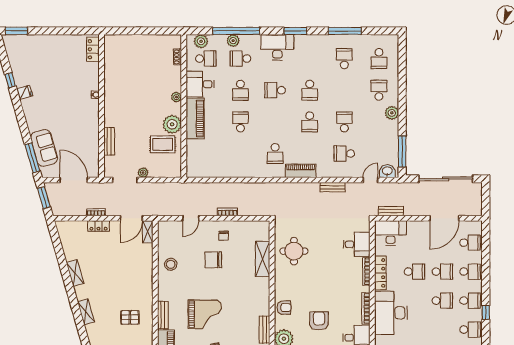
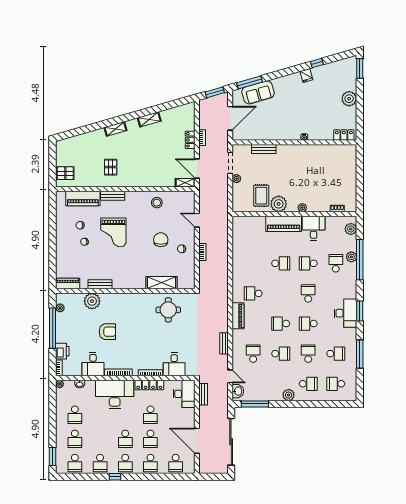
plant: (51, 43) -> (349, 99), added
desk: (277, 47) -> (346, 313), moved
school desk: (206, 59) -> (308, 354), moved, turned 180
armchair: (284, 308) -> (119, 301), removed

